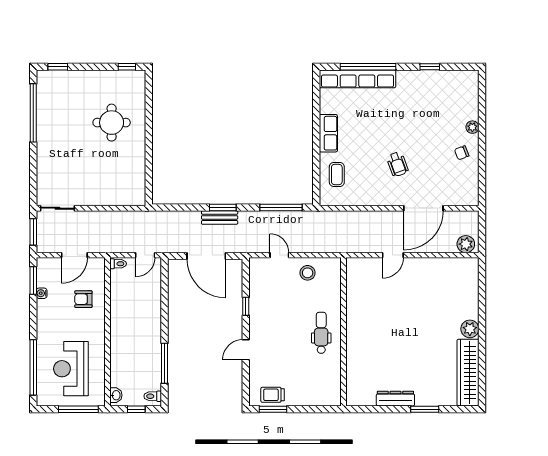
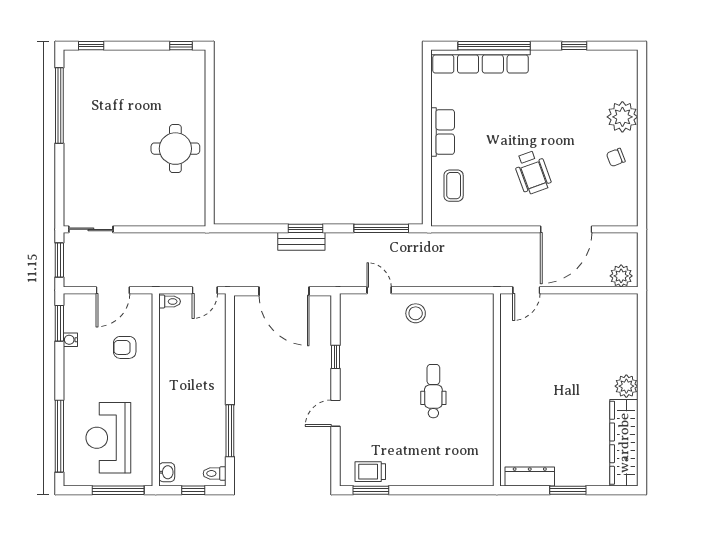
round table: (112, 123) -> (175, 149), moved
plant: (472, 127) -> (622, 117), width x1.88, depth x1.88
wheelchair: (397, 164) -> (532, 172), width x1.36, depth x1.37
wall: (344, 332) -> (497, 390), moved

